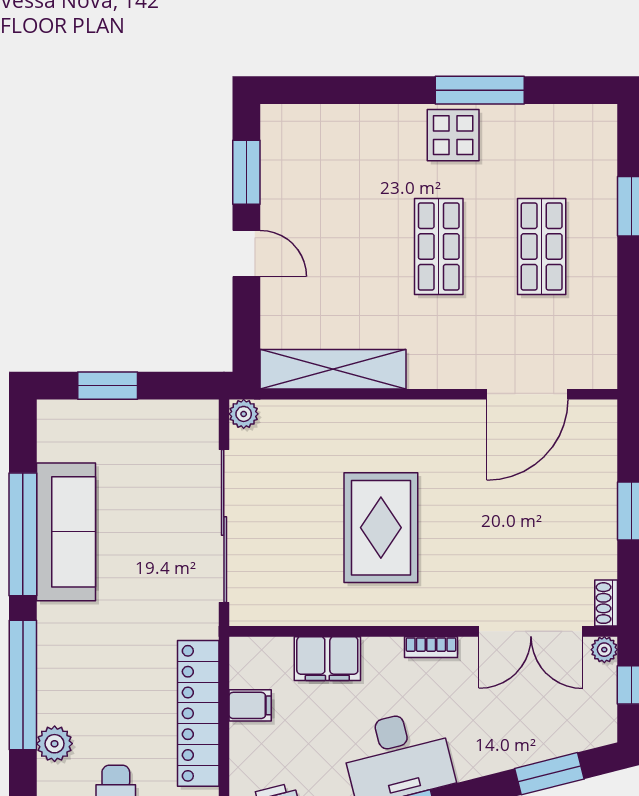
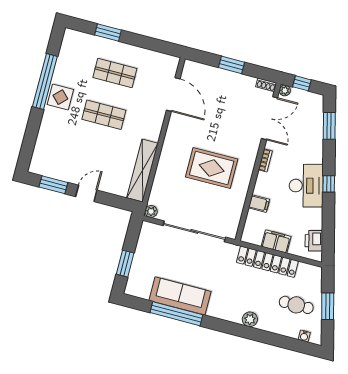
window: (480, 90) -> (45, 81), width x1.46
filing cabinet: (327, 659) -> (259, 204), width x0.50
window: (23, 685) -> (237, 330), removed
filing cabinet: (250, 705) -> (276, 242), width x2.00
plant: (55, 744) -> (250, 319), moved

